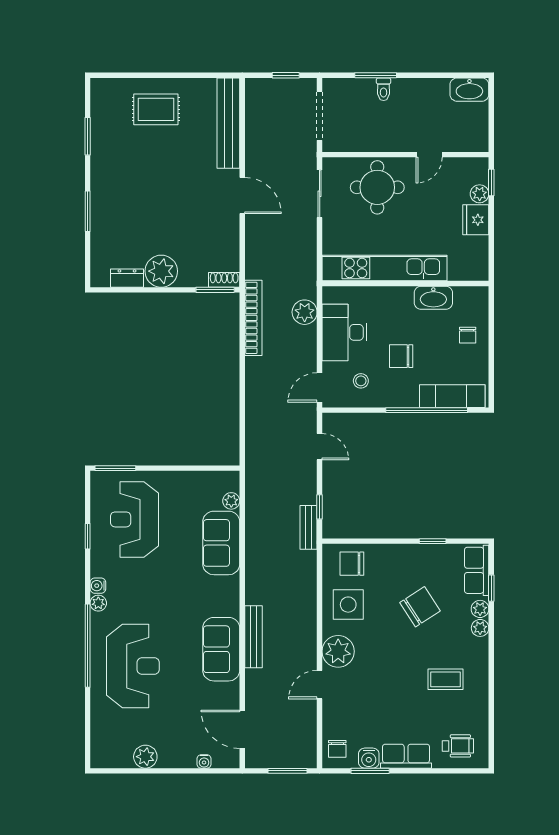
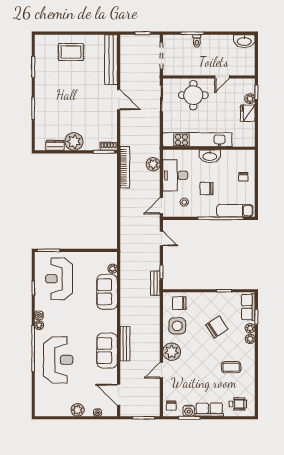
washbasin: (433, 298) -> (210, 156), moved
plant: (145, 757) -> (78, 410), moved

